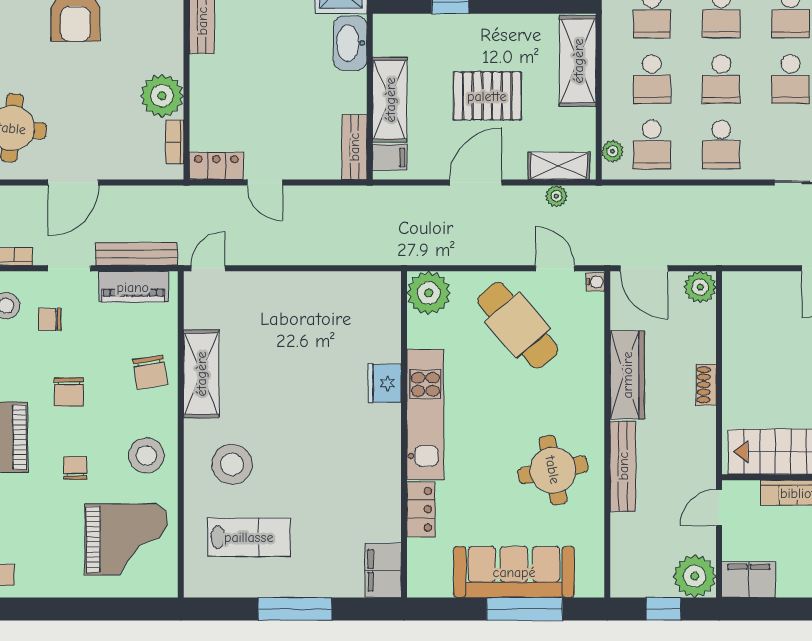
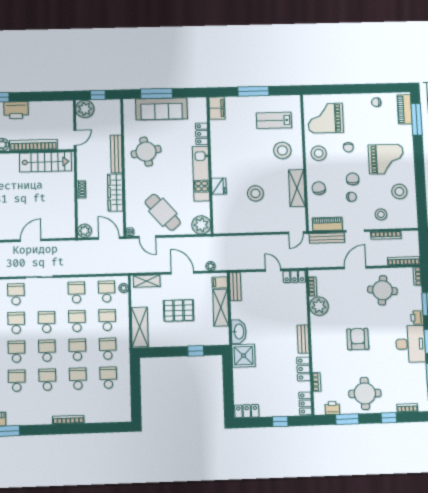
door: (476, 182) -> (182, 273), swing flipped
plant: (556, 196) -> (210, 266), moved
chair: (50, 320) -> (351, 197), moved
stool: (299, 364) -> (255, 193), added
filing cabinet: (749, 580) -> (62, 108), removed

